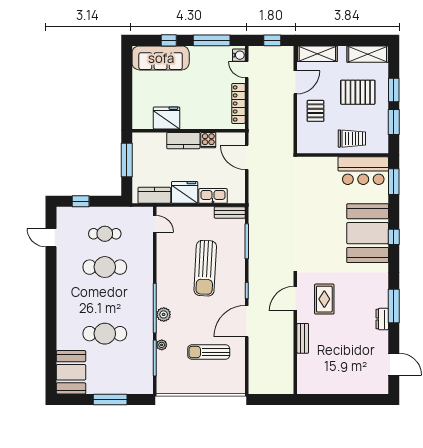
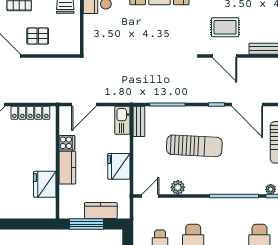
kitchen counter: (154, 195) -> (101, 211), moved, turned 90
kitchen sink: (213, 196) -> (122, 120), moved
plant: (164, 314) -> (178, 187), moved

